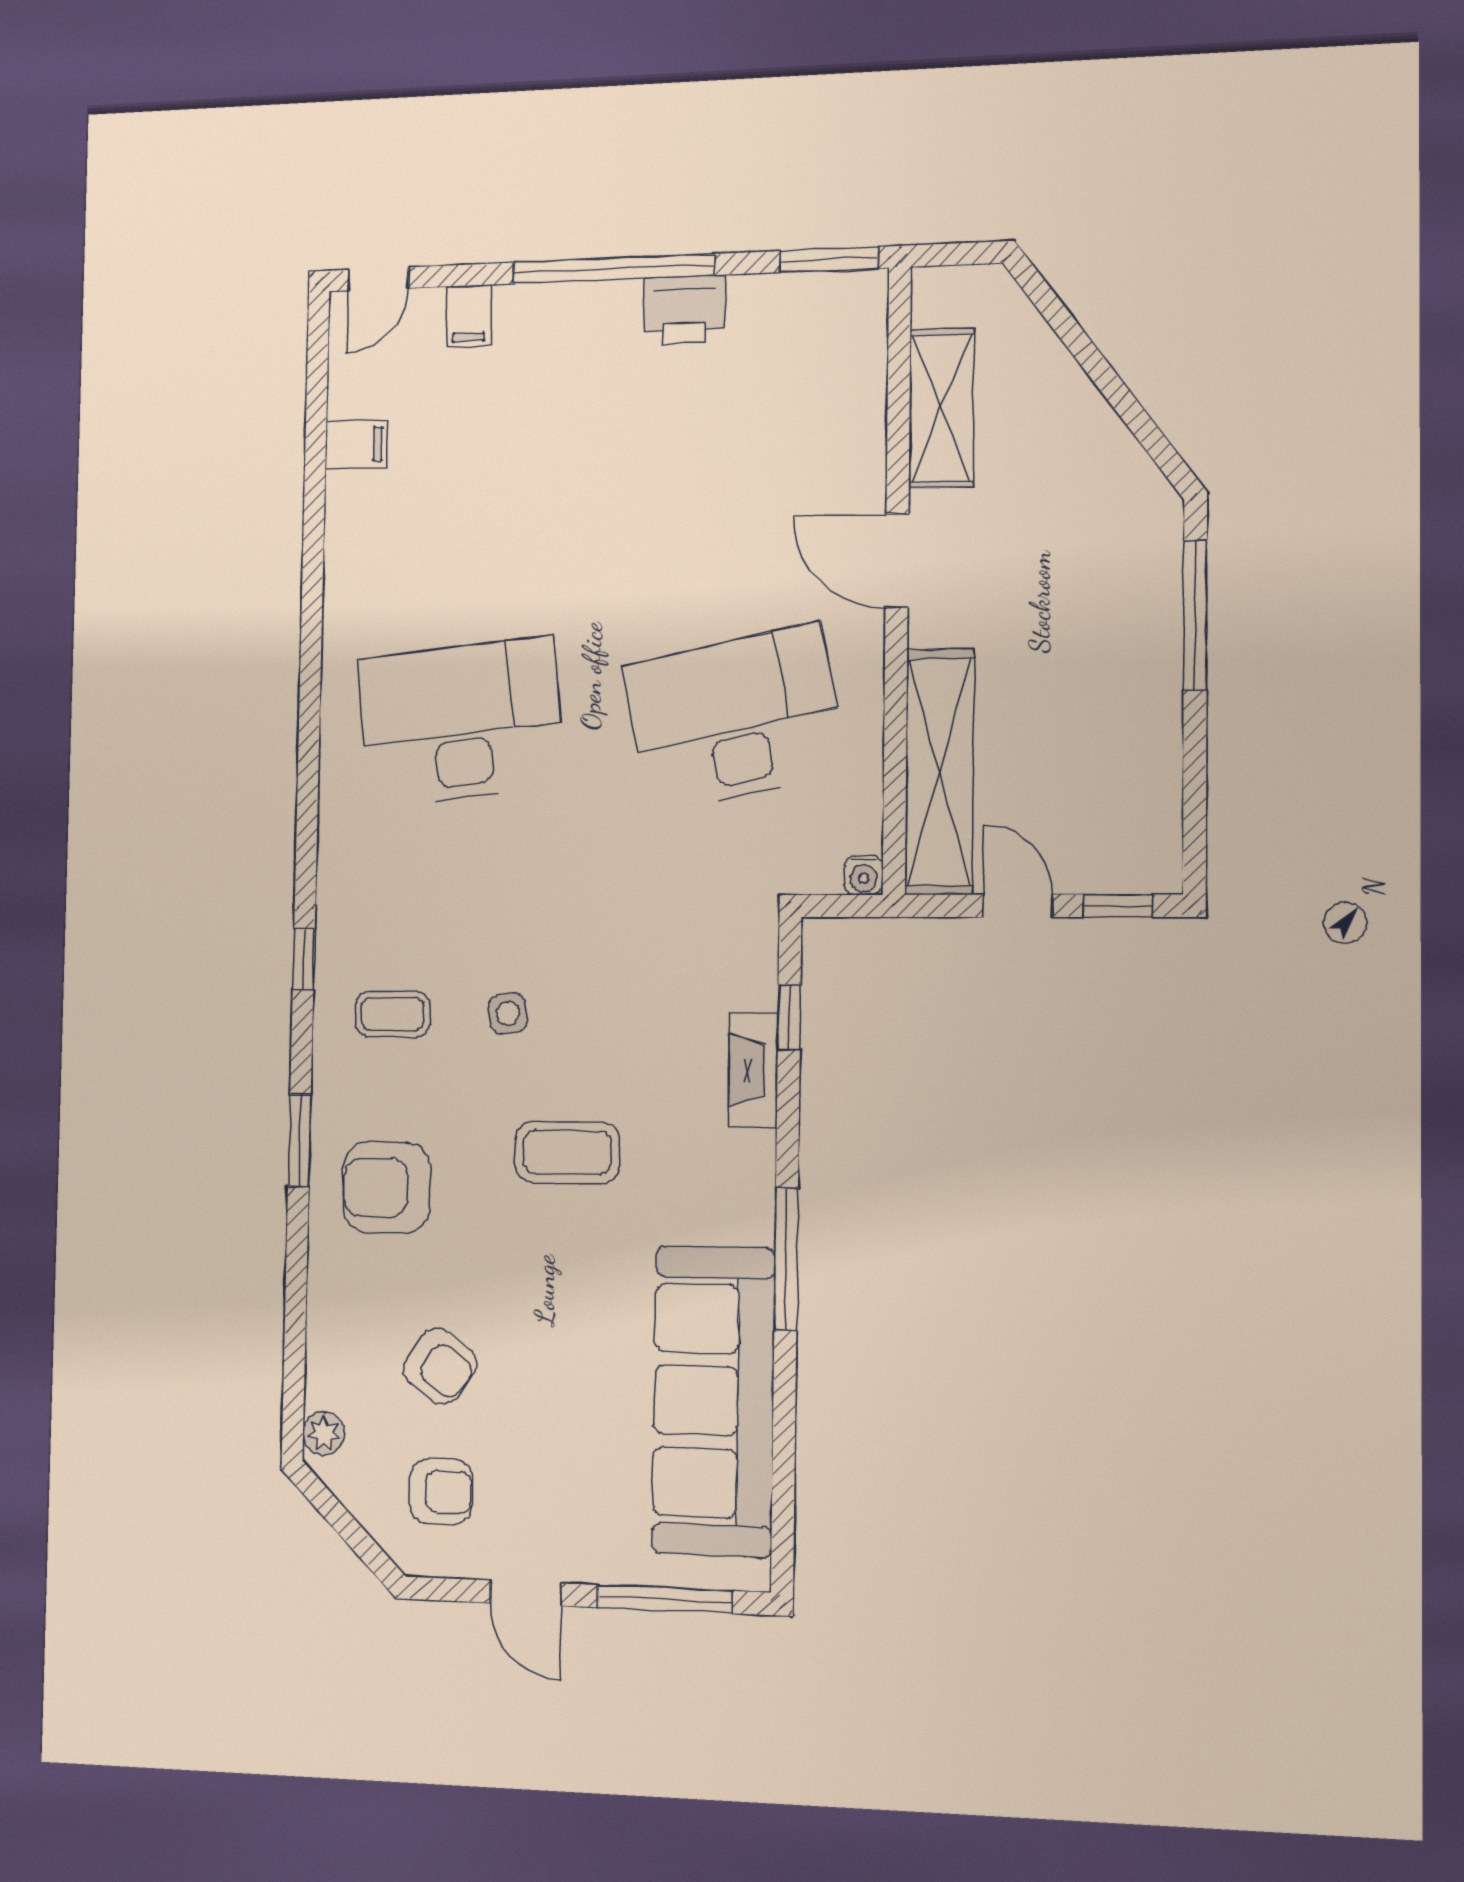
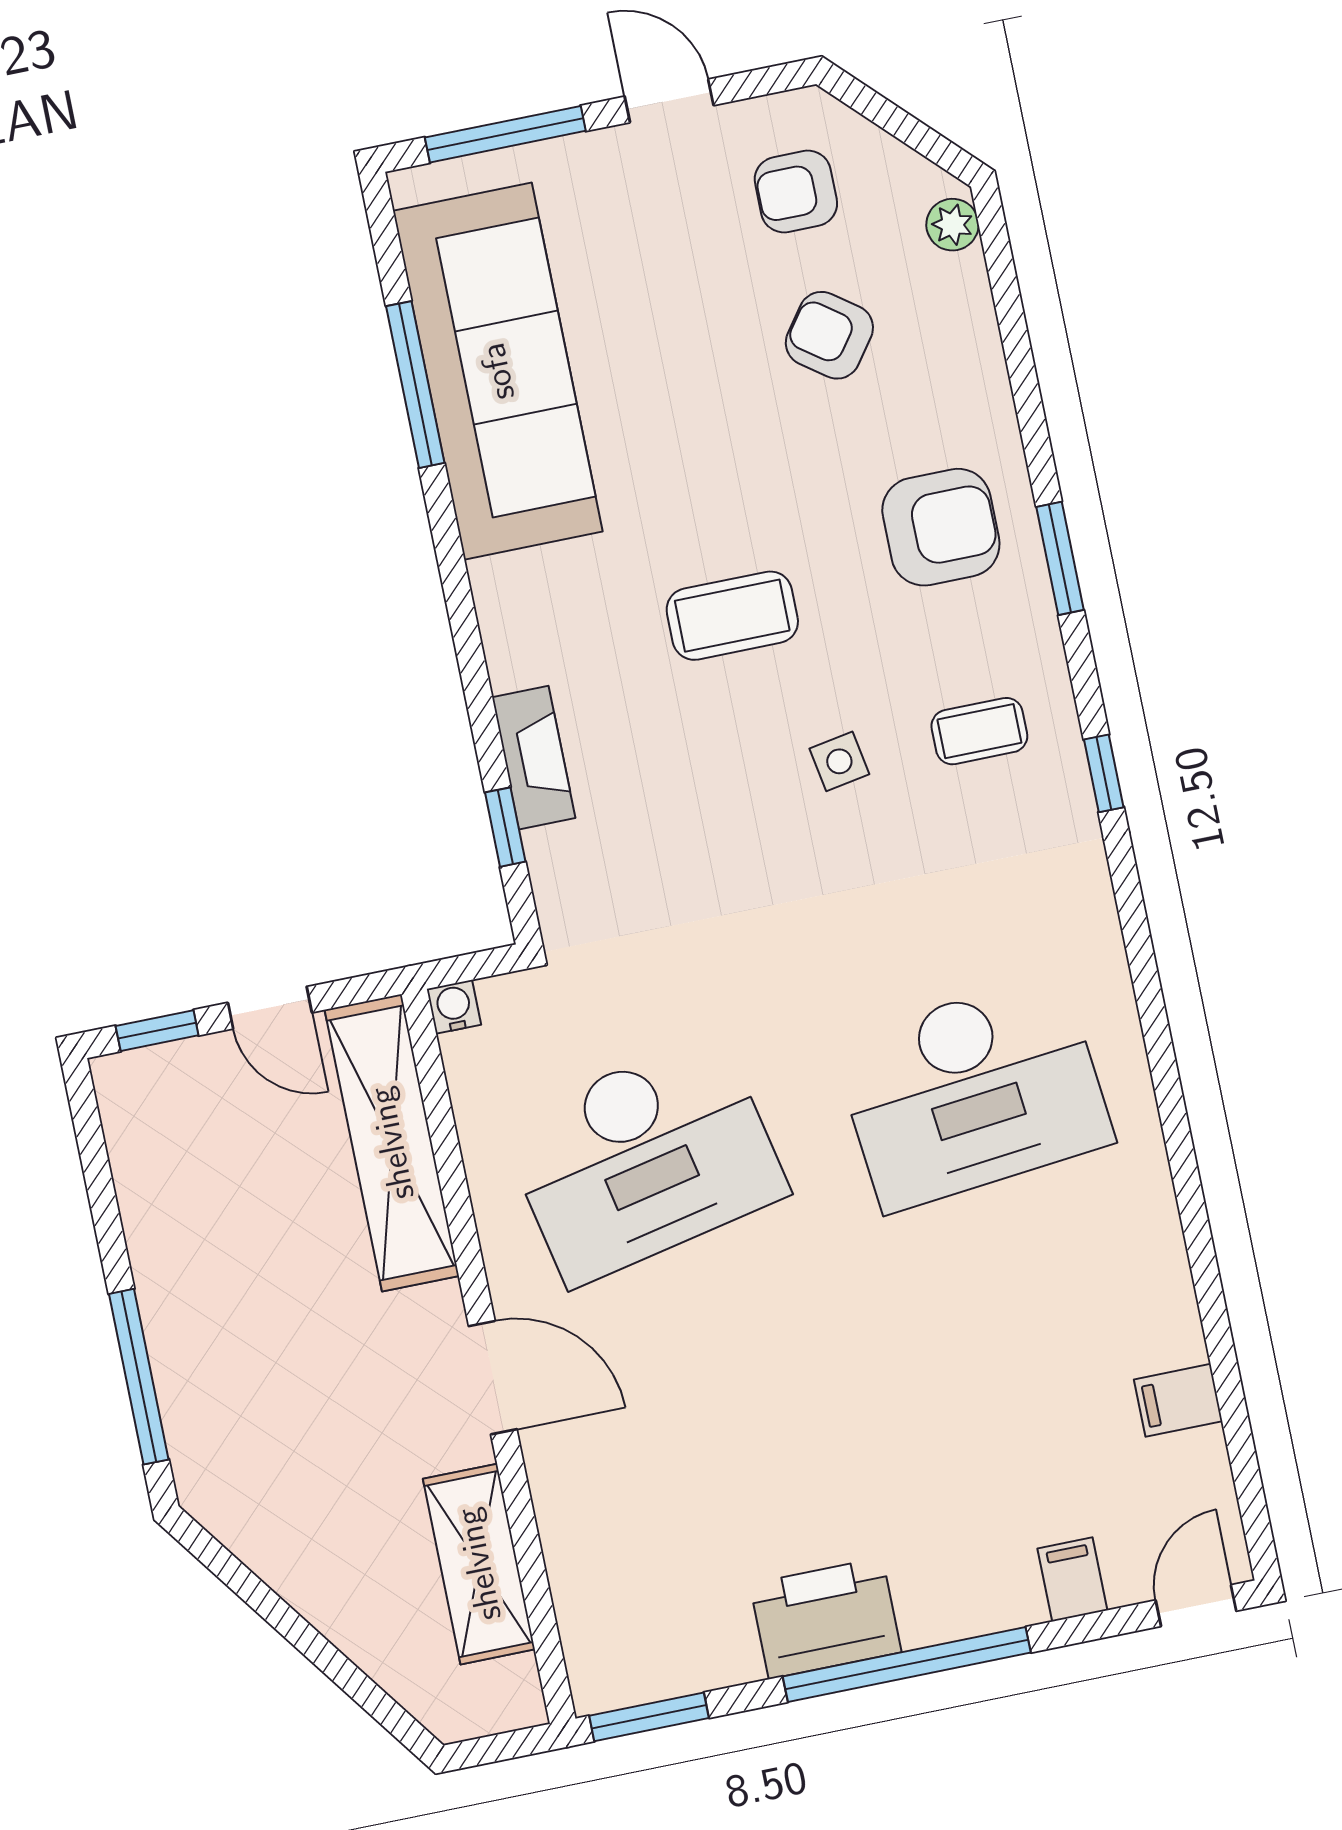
printer: (685, 310) -> (826, 1618), width x1.37, depth x1.19
window: (786, 1259) -> (415, 385), moved

